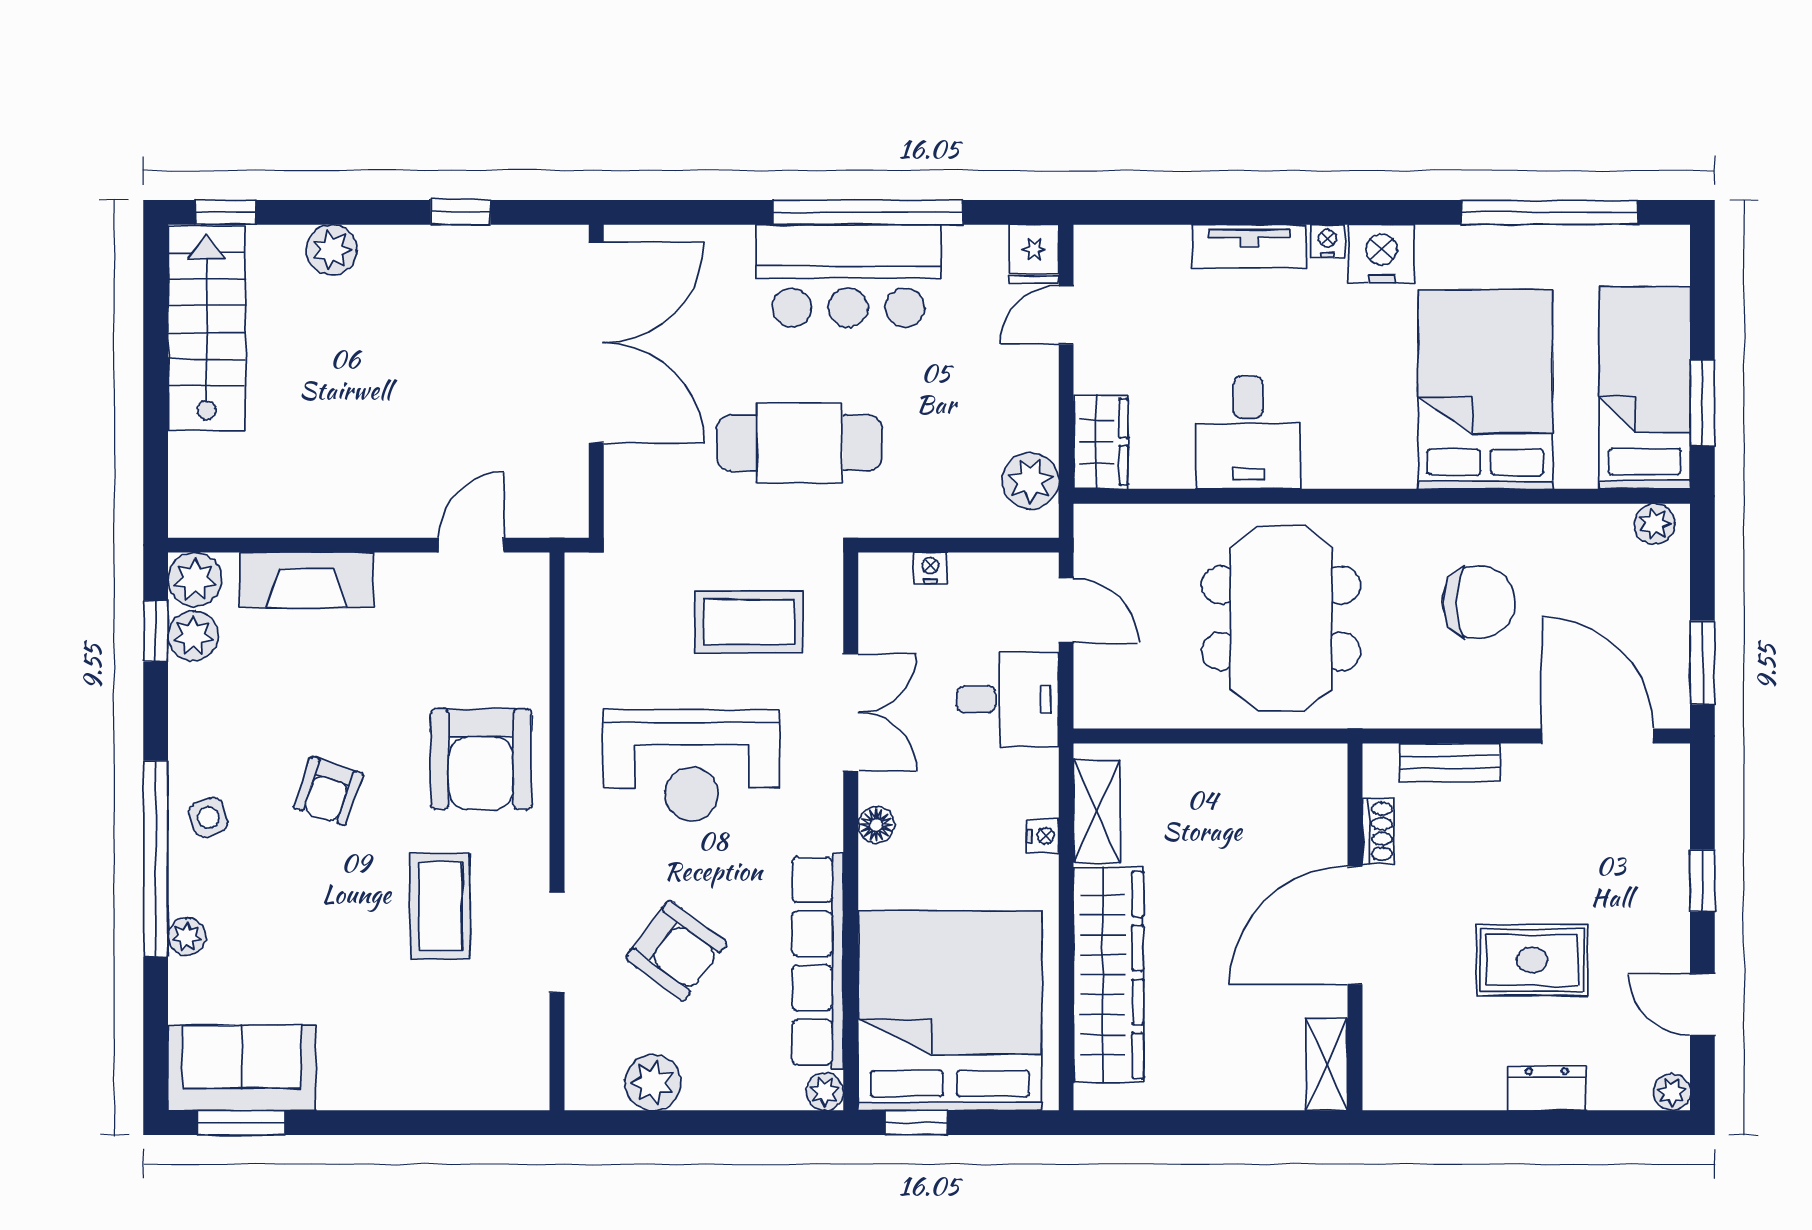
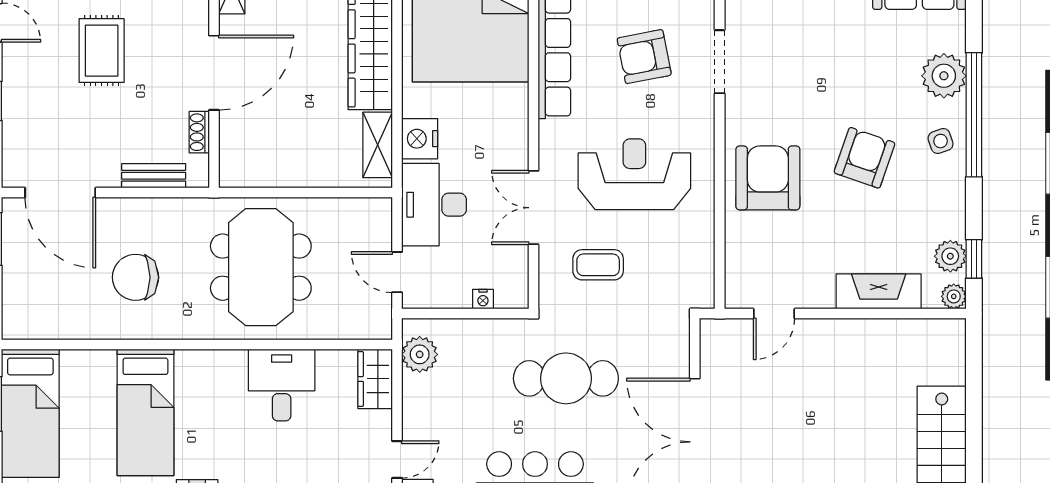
bed: (1485, 389) -> (145, 412), width x0.67
plant: (1655, 524) -> (24, 327), removed
plant: (195, 580) -> (954, 296), width x0.73, depth x0.73
coffee table: (749, 622) -> (598, 265), width x0.73, depth x0.77
desk: (1008, 699) -> (434, 205), width x1.37
armchair: (328, 791) -> (865, 158), width x1.38, depth x1.38
floor lamp: (876, 825) -> (517, 136), removed
nightstand: (1043, 836) -> (420, 139), width x1.89, depth x1.79
coffee table: (440, 906) -> (794, 85), removed
plant: (187, 937) -> (944, 76), width x1.88, depth x1.88
armchair: (676, 951) -> (644, 57), turned -48
rug: (1532, 960) -> (102, 51), turned 90

